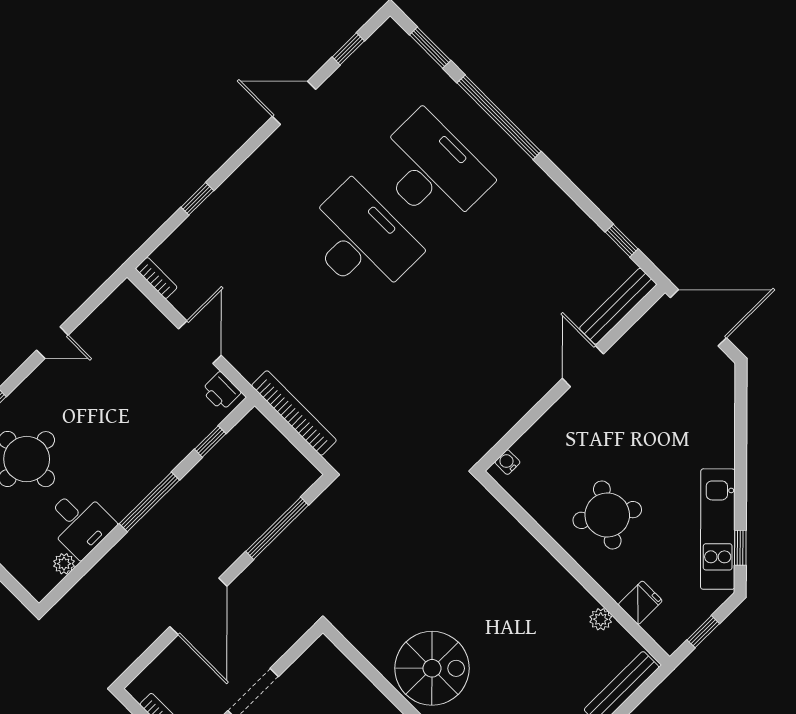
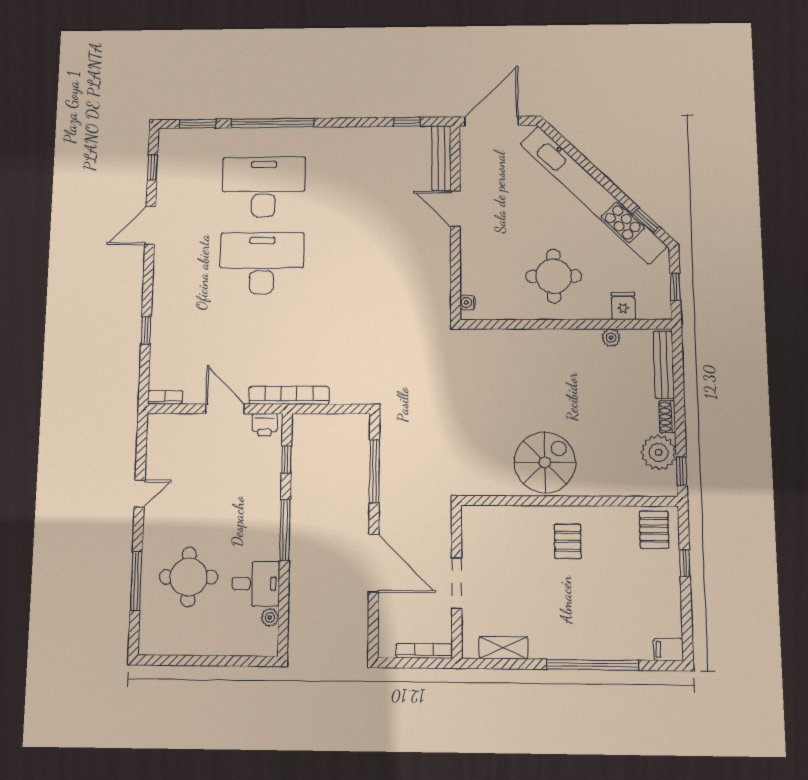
bookcase: (294, 413) -> (289, 395), moved
round table: (607, 515) -> (554, 276), turned -33
kitchen unit: (718, 529) -> (593, 195), width x1.86

